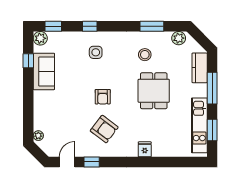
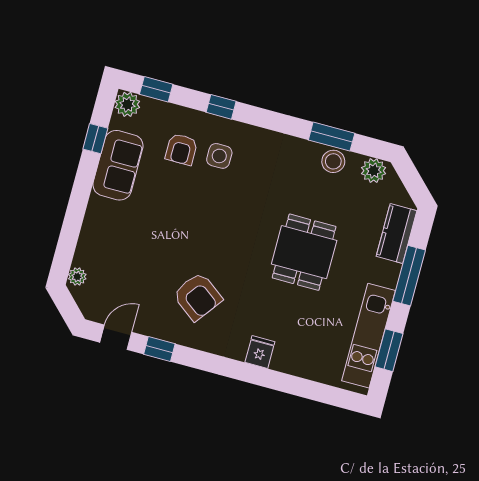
stool: (145, 55) -> (333, 161), moved
armchair: (103, 97) -> (181, 149), moved

